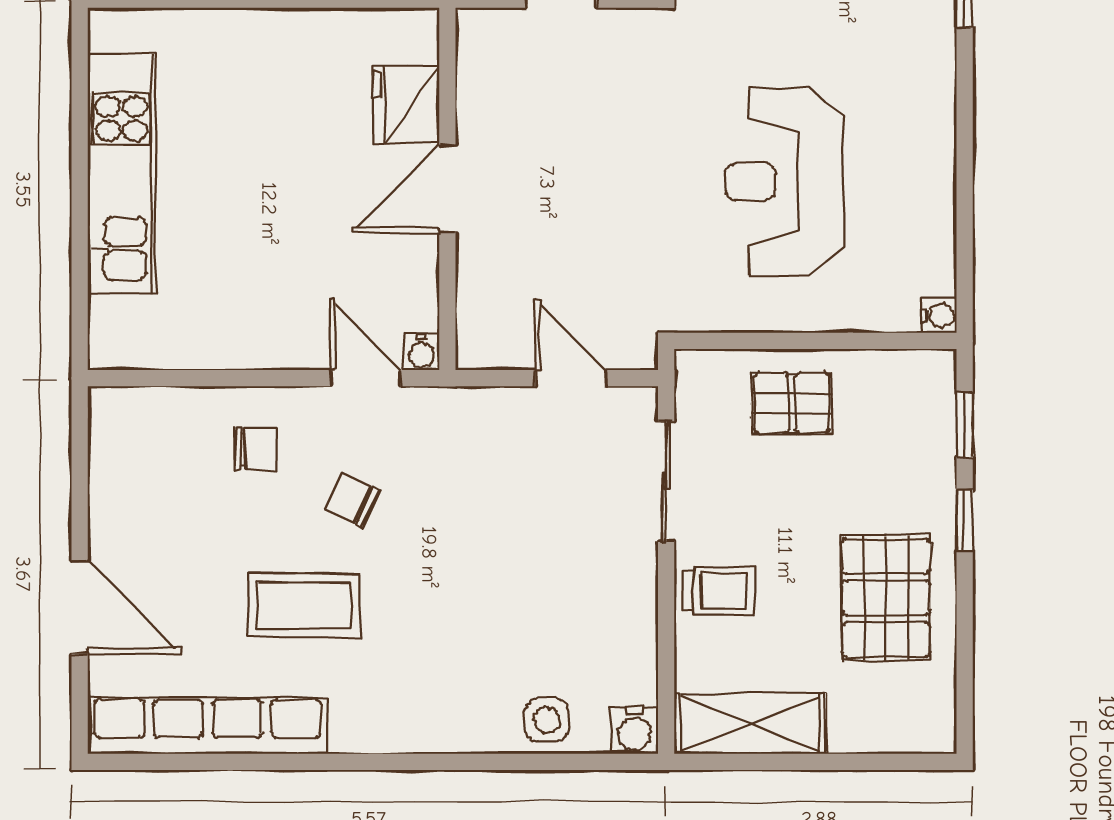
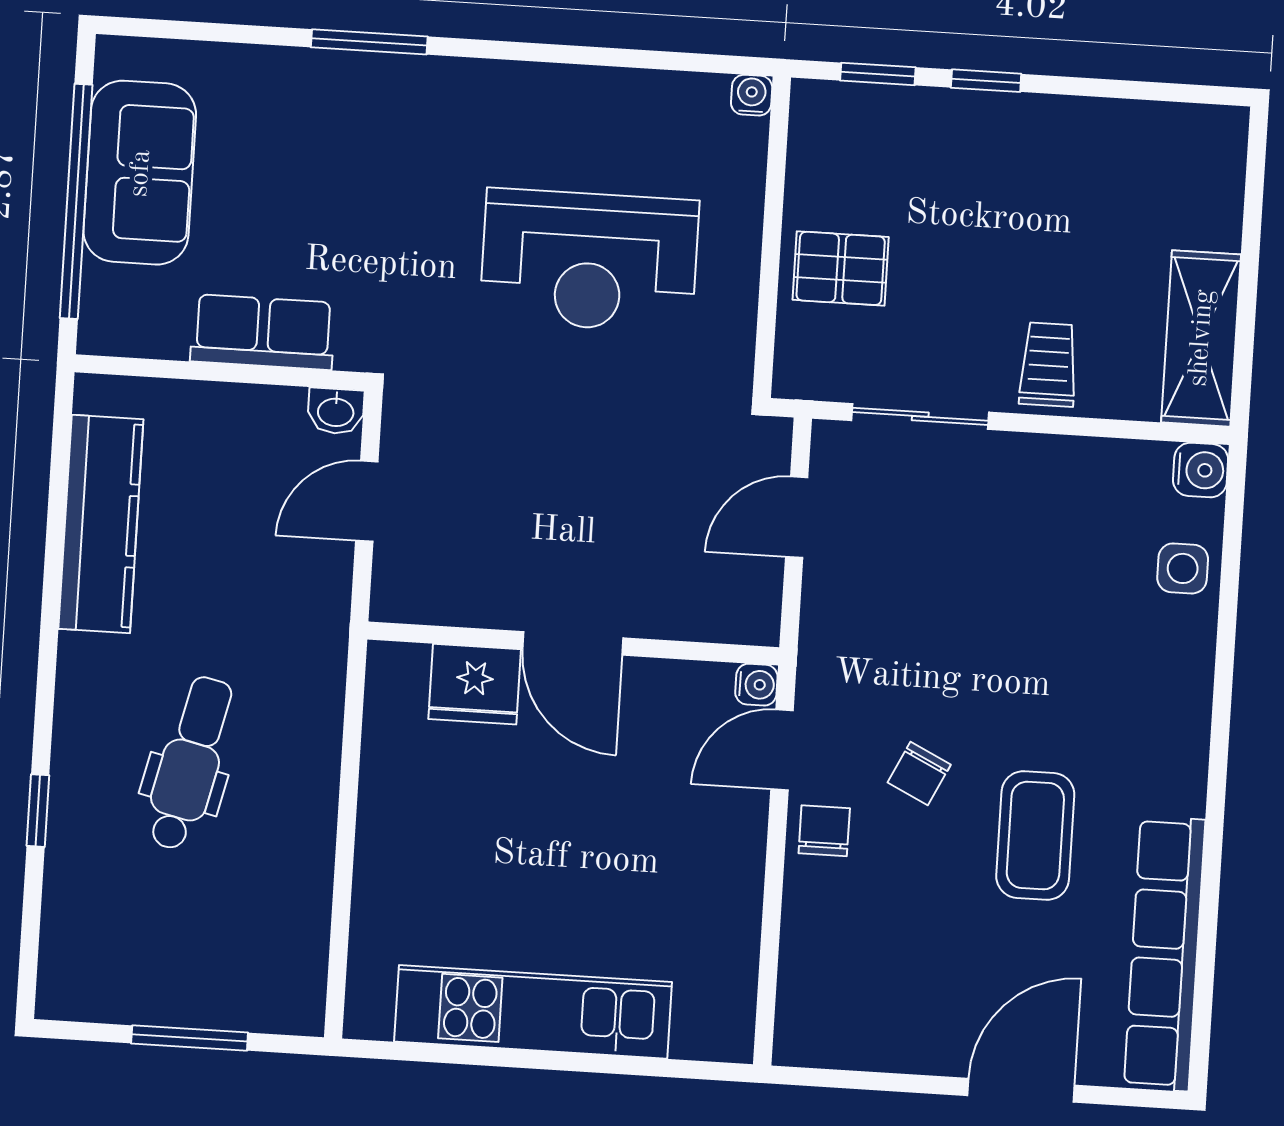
pallet: (792, 403) -> (841, 268), turned 90
chair: (255, 449) -> (824, 831), moved
pallet: (886, 598) -> (1068, 175), removed

